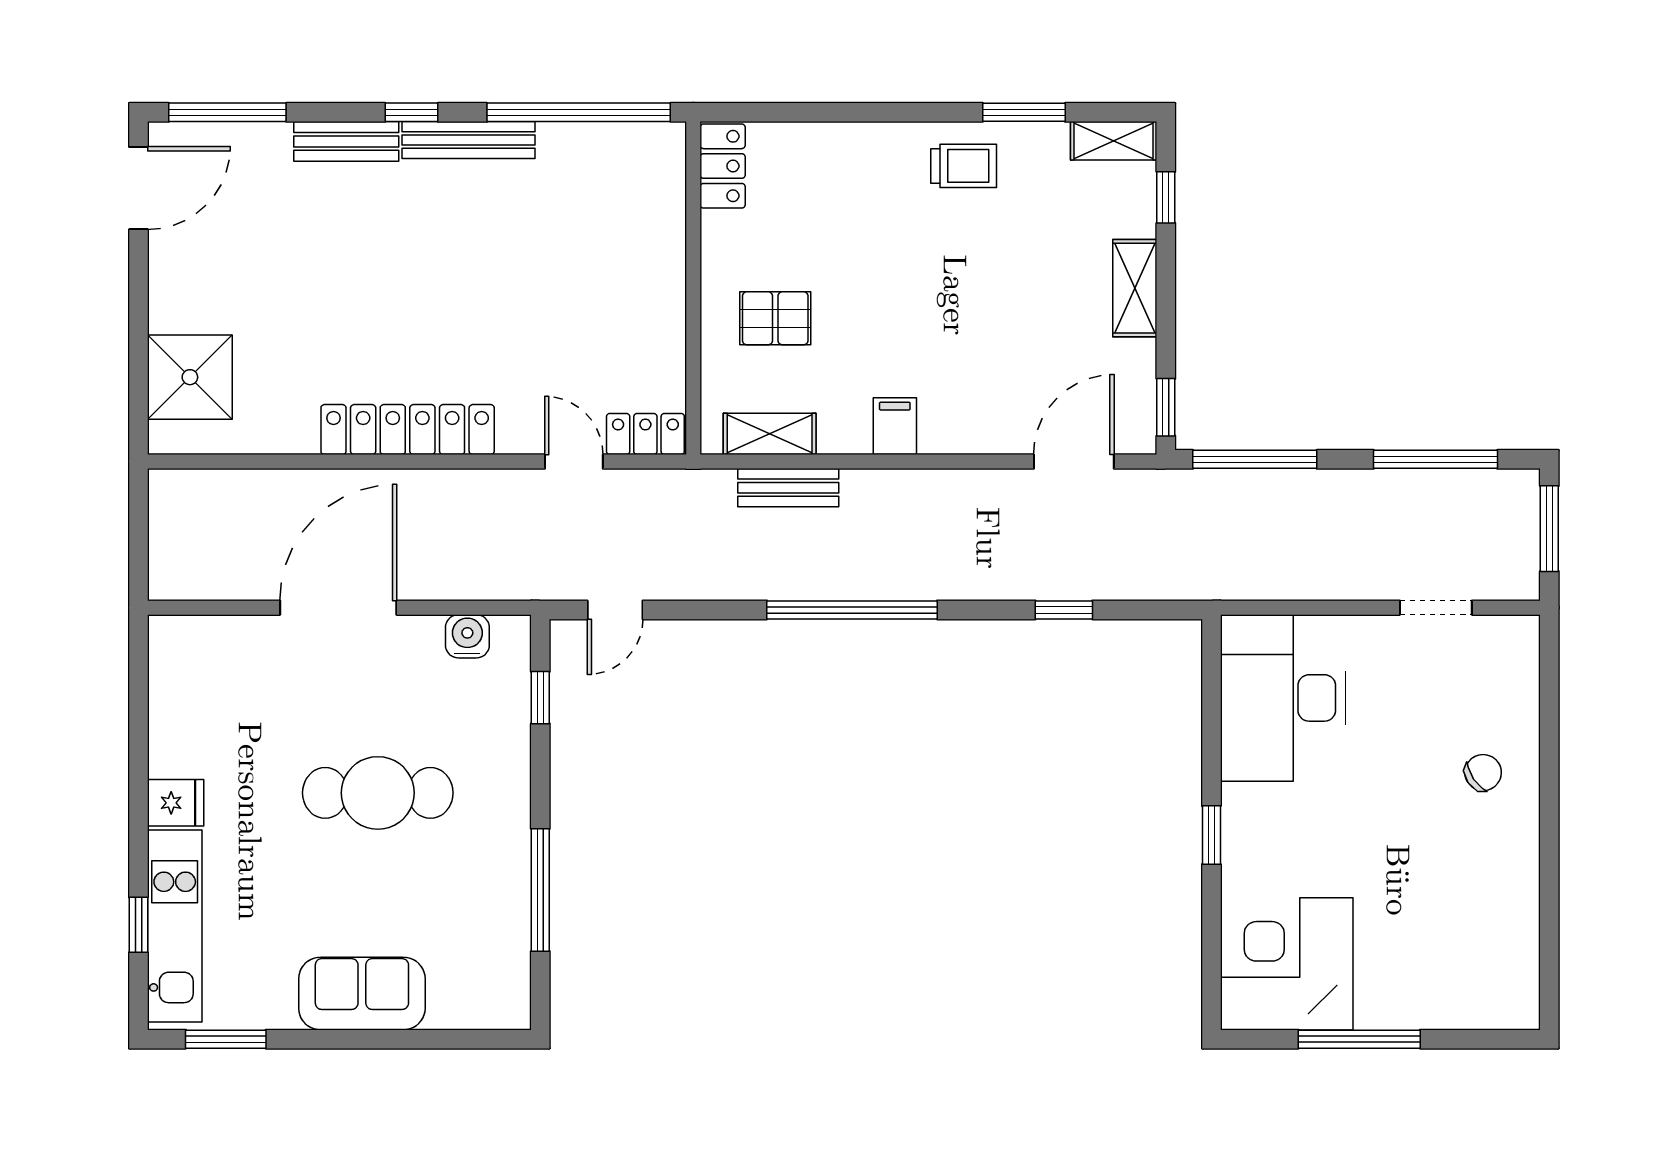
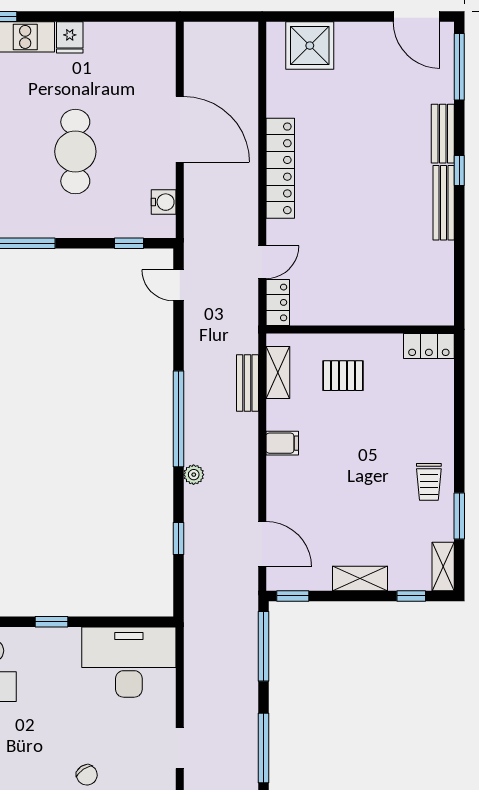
window: (579, 112) -> (459, 265), removed
pallet: (775, 318) -> (343, 376), turned 90
plant: (951, 583) -> (194, 475), added

